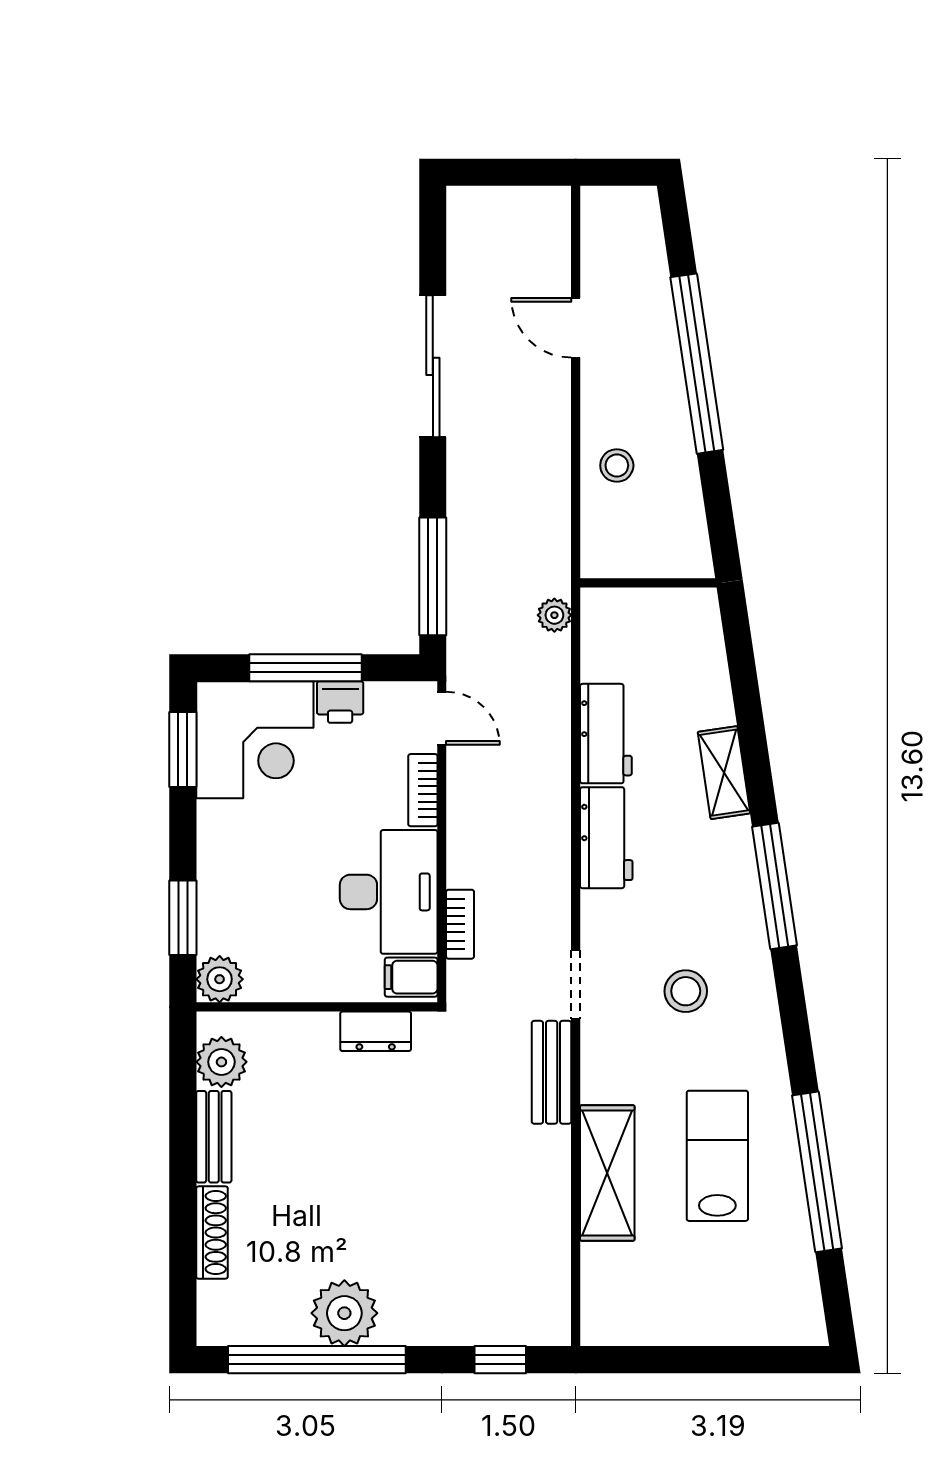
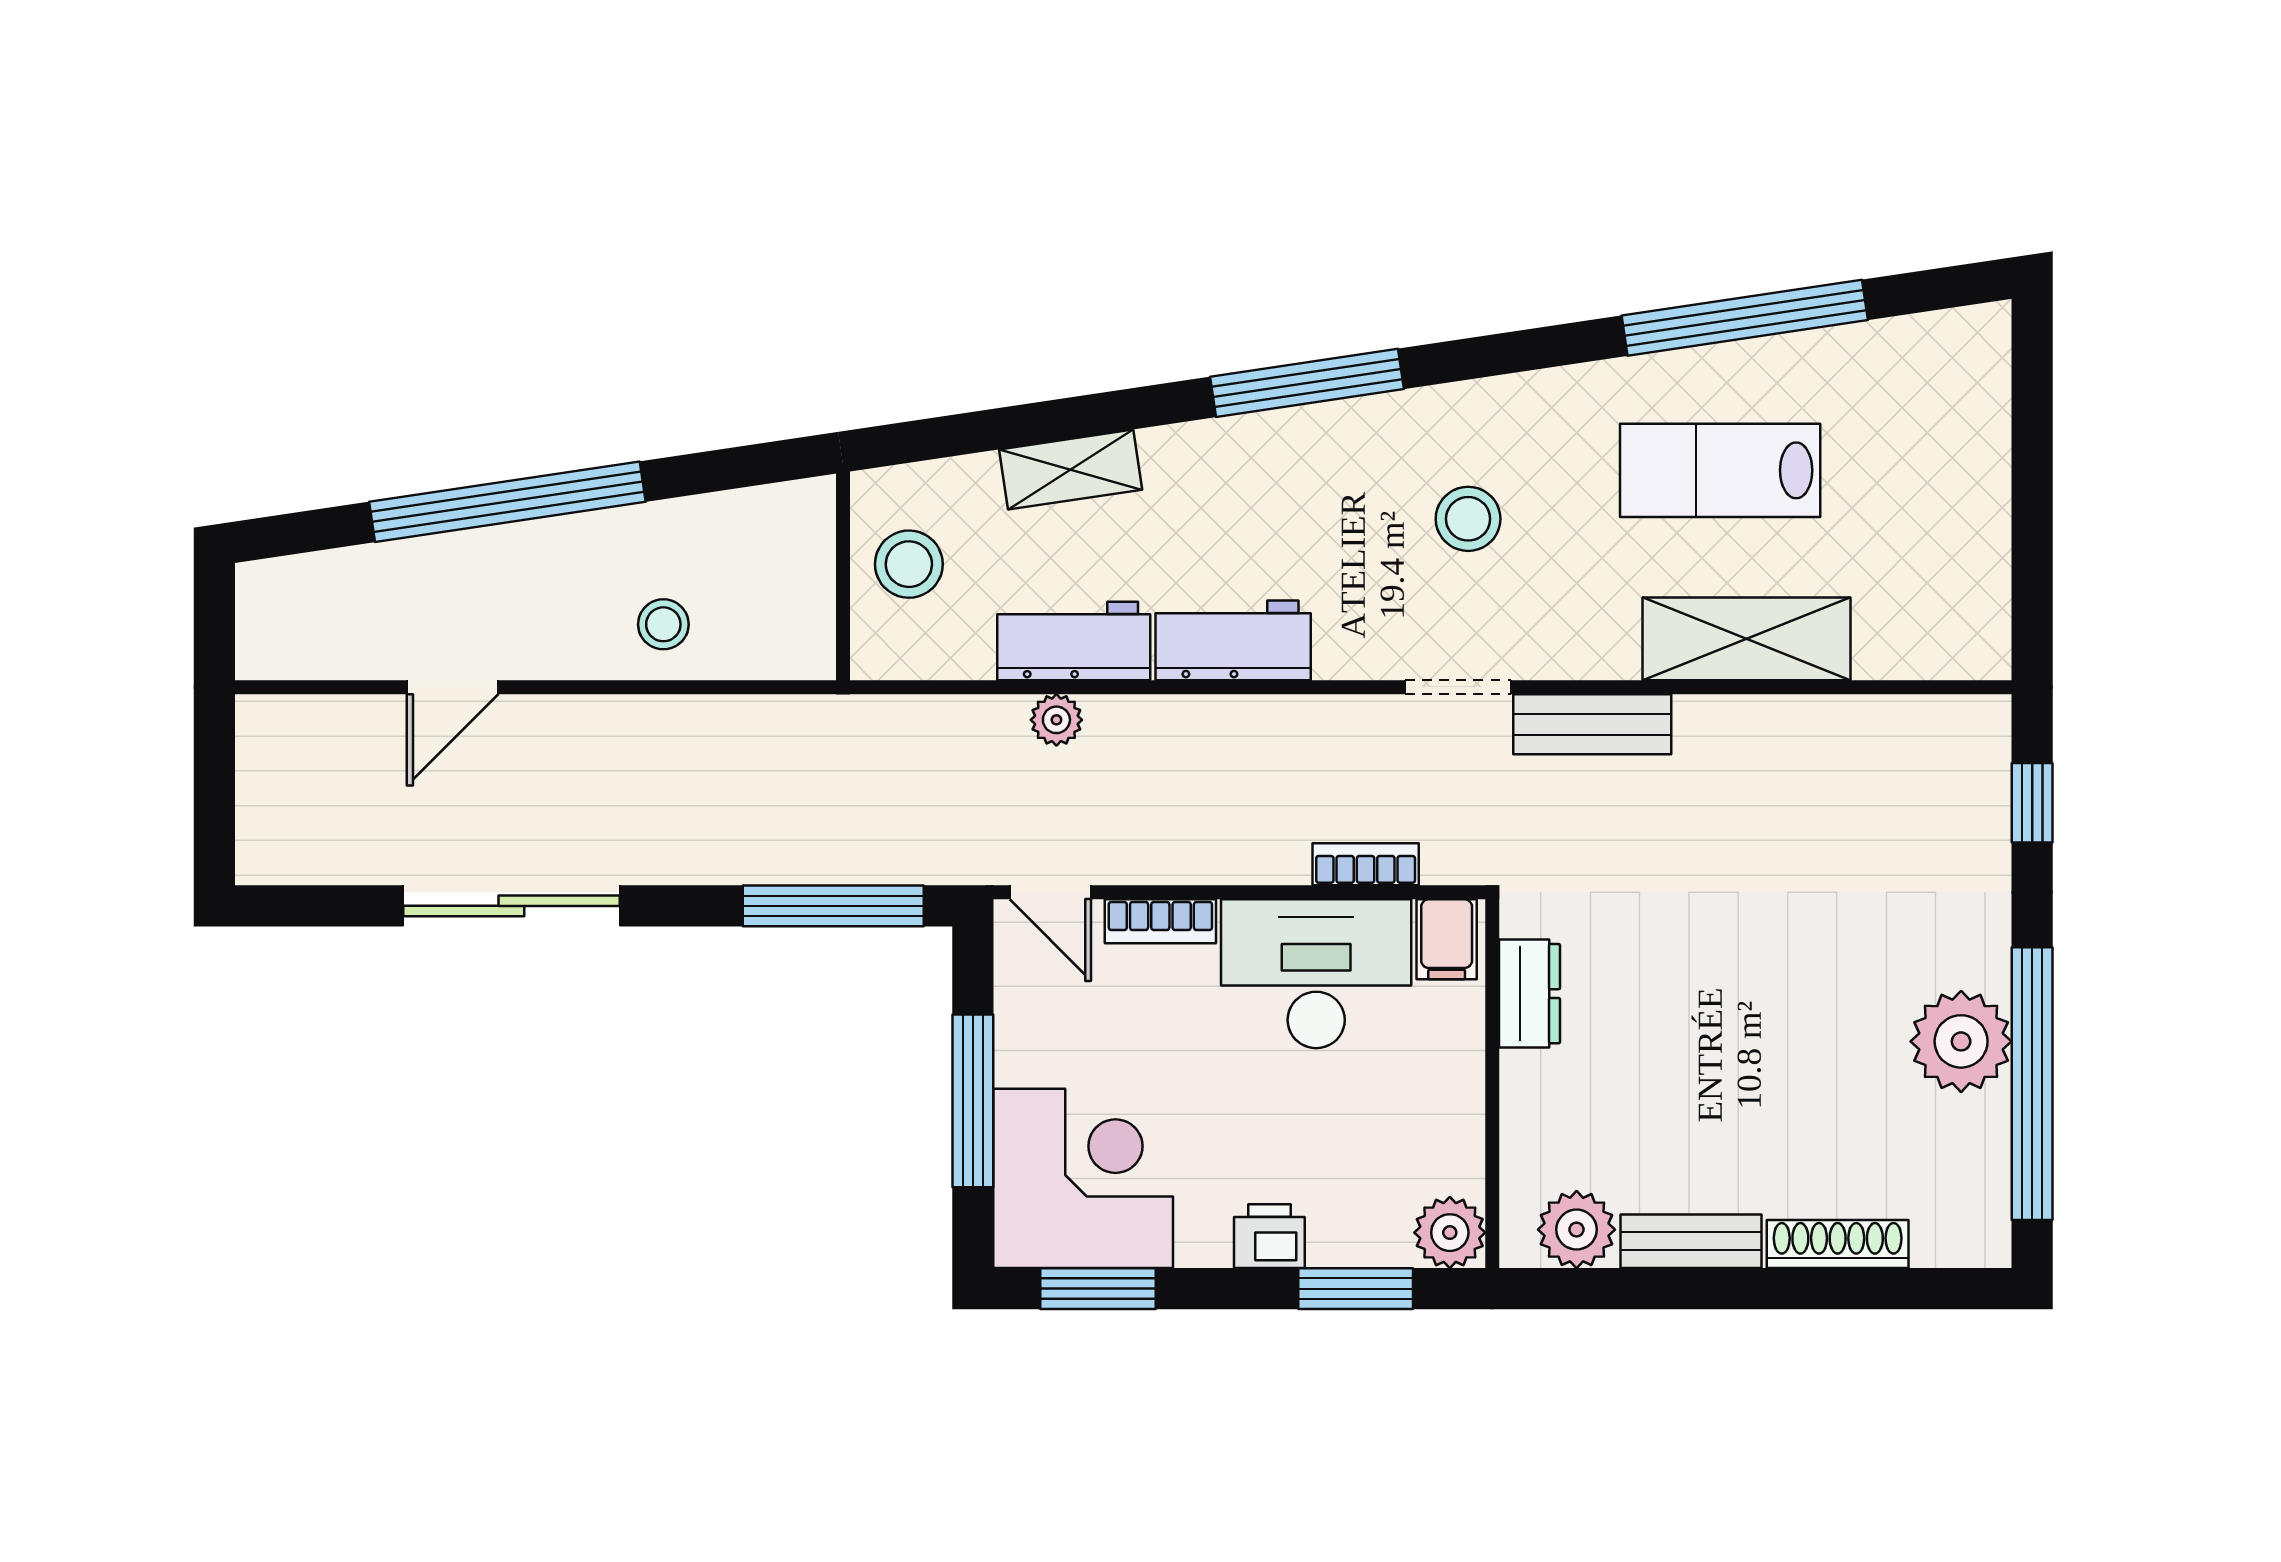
plant: (554, 615) -> (1056, 720), moved
stool: (656, 626) -> (909, 564), added
printer: (340, 702) -> (1269, 1236), moved, turned -90
door: (442, 718) -> (1050, 892), swing flipped
shelving: (724, 773) -> (1071, 470), moved

